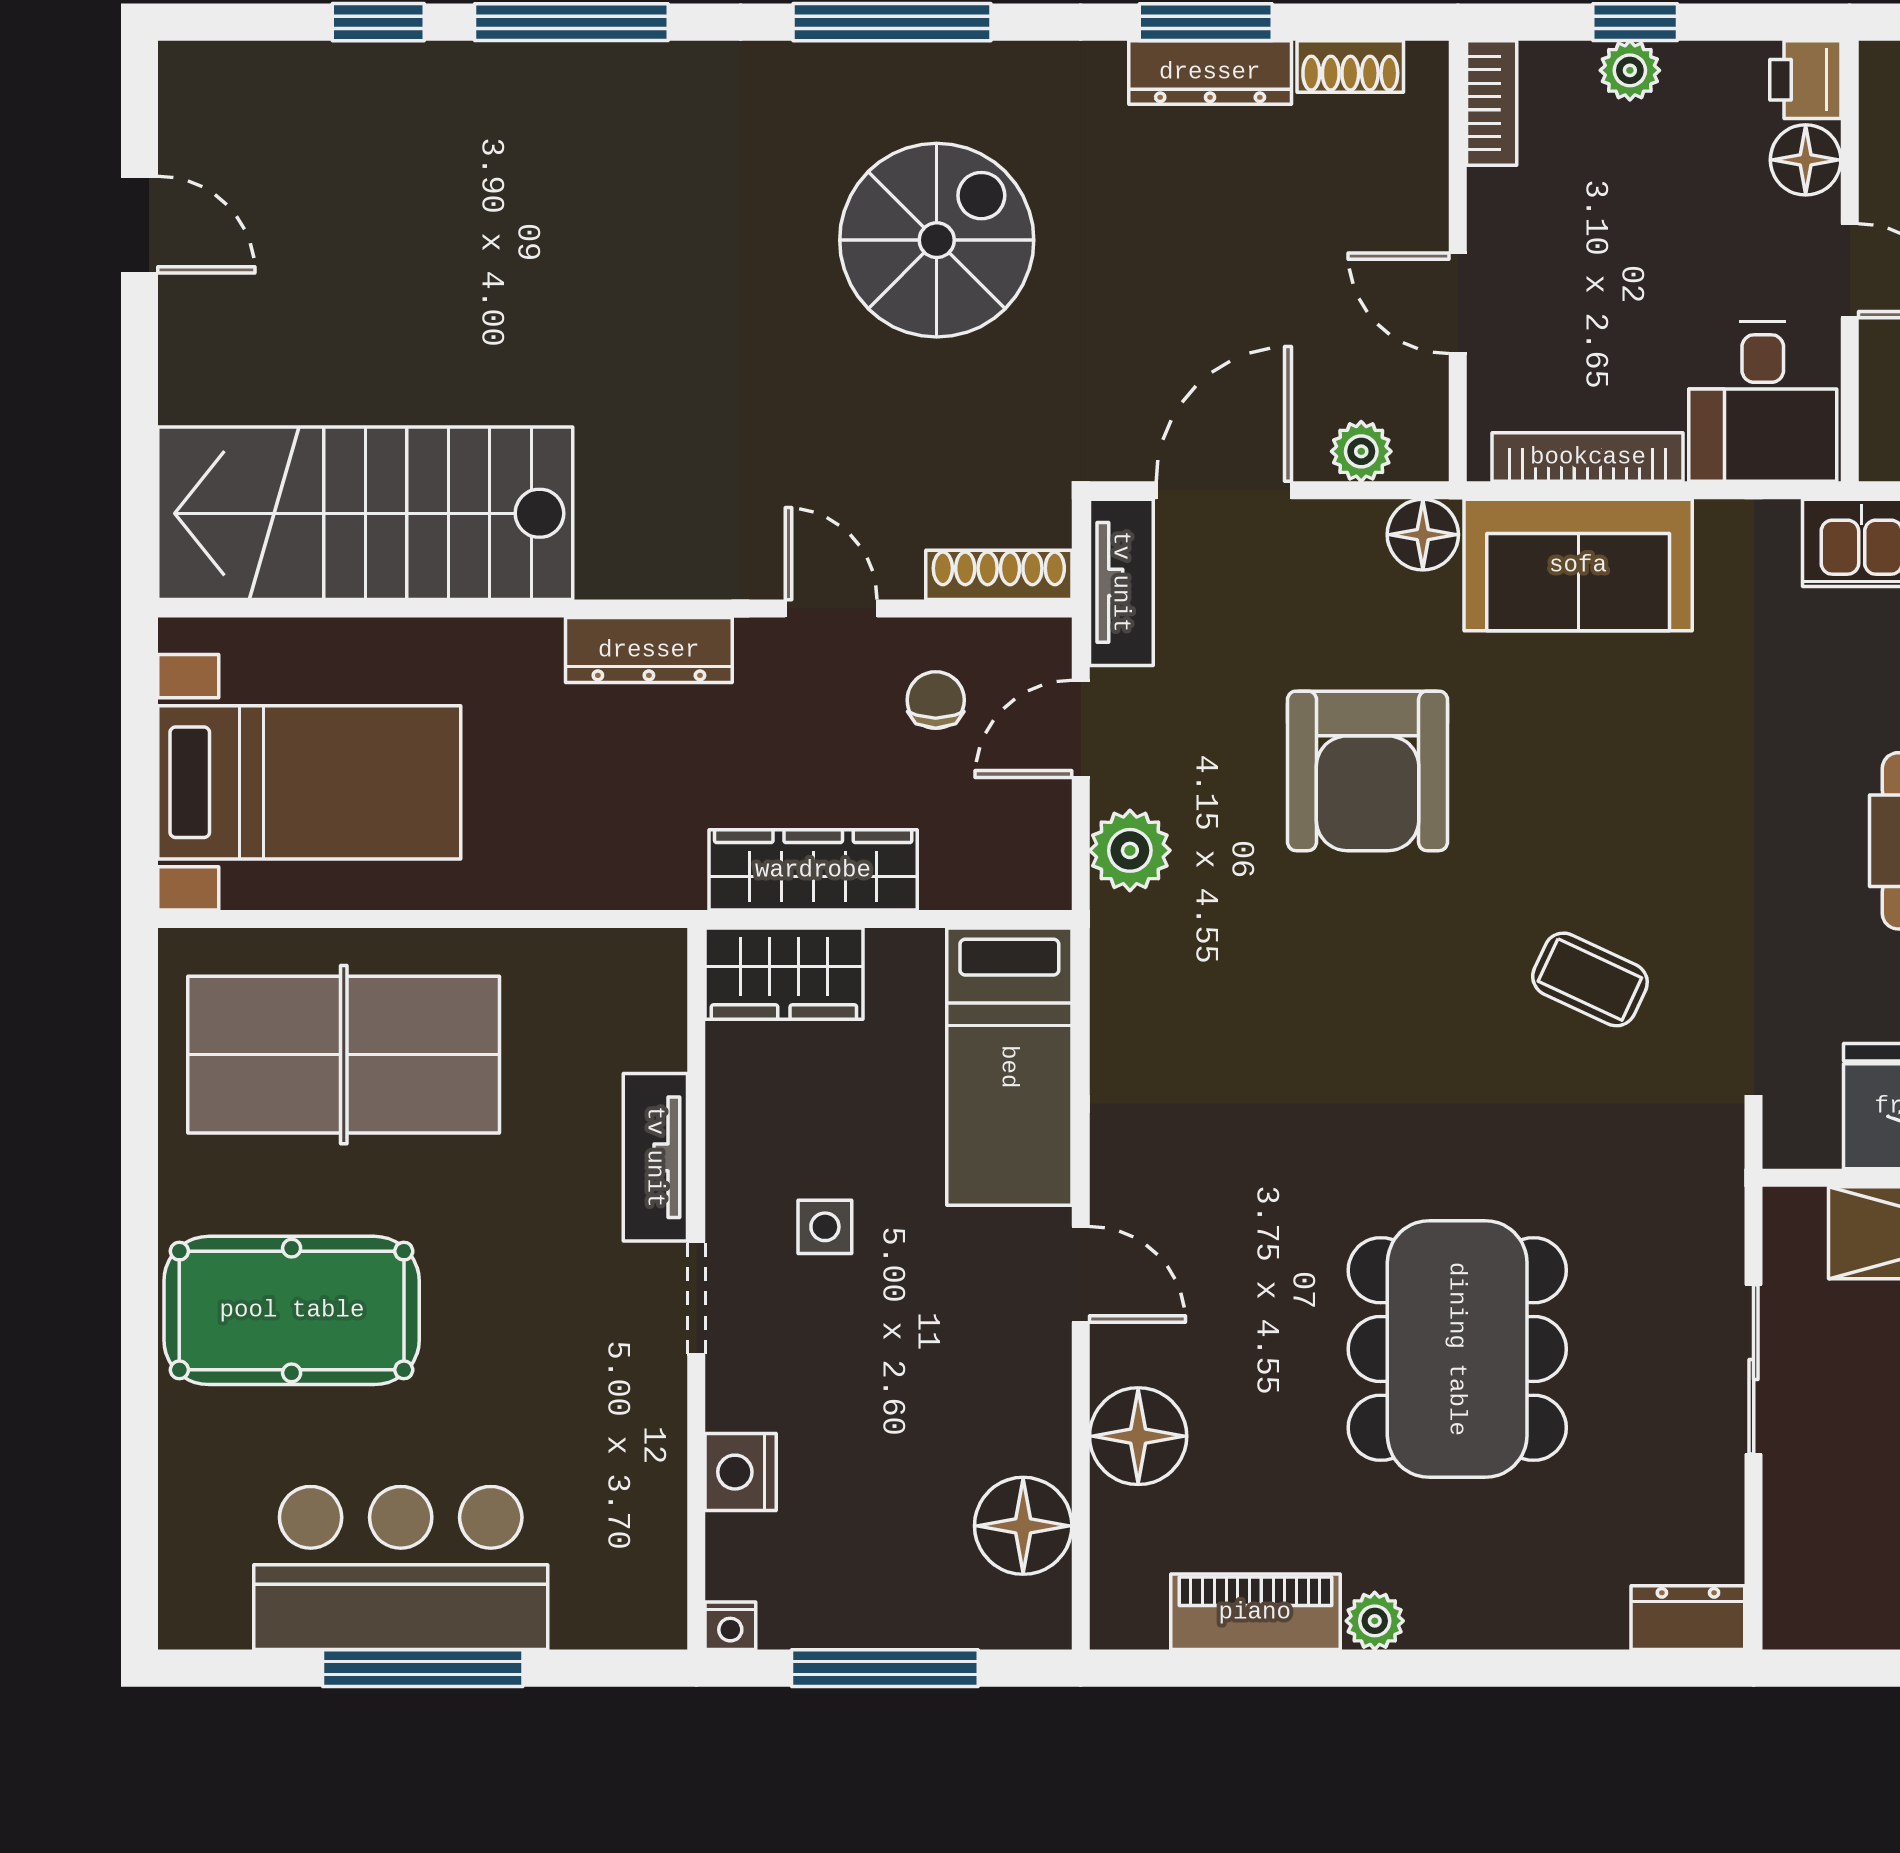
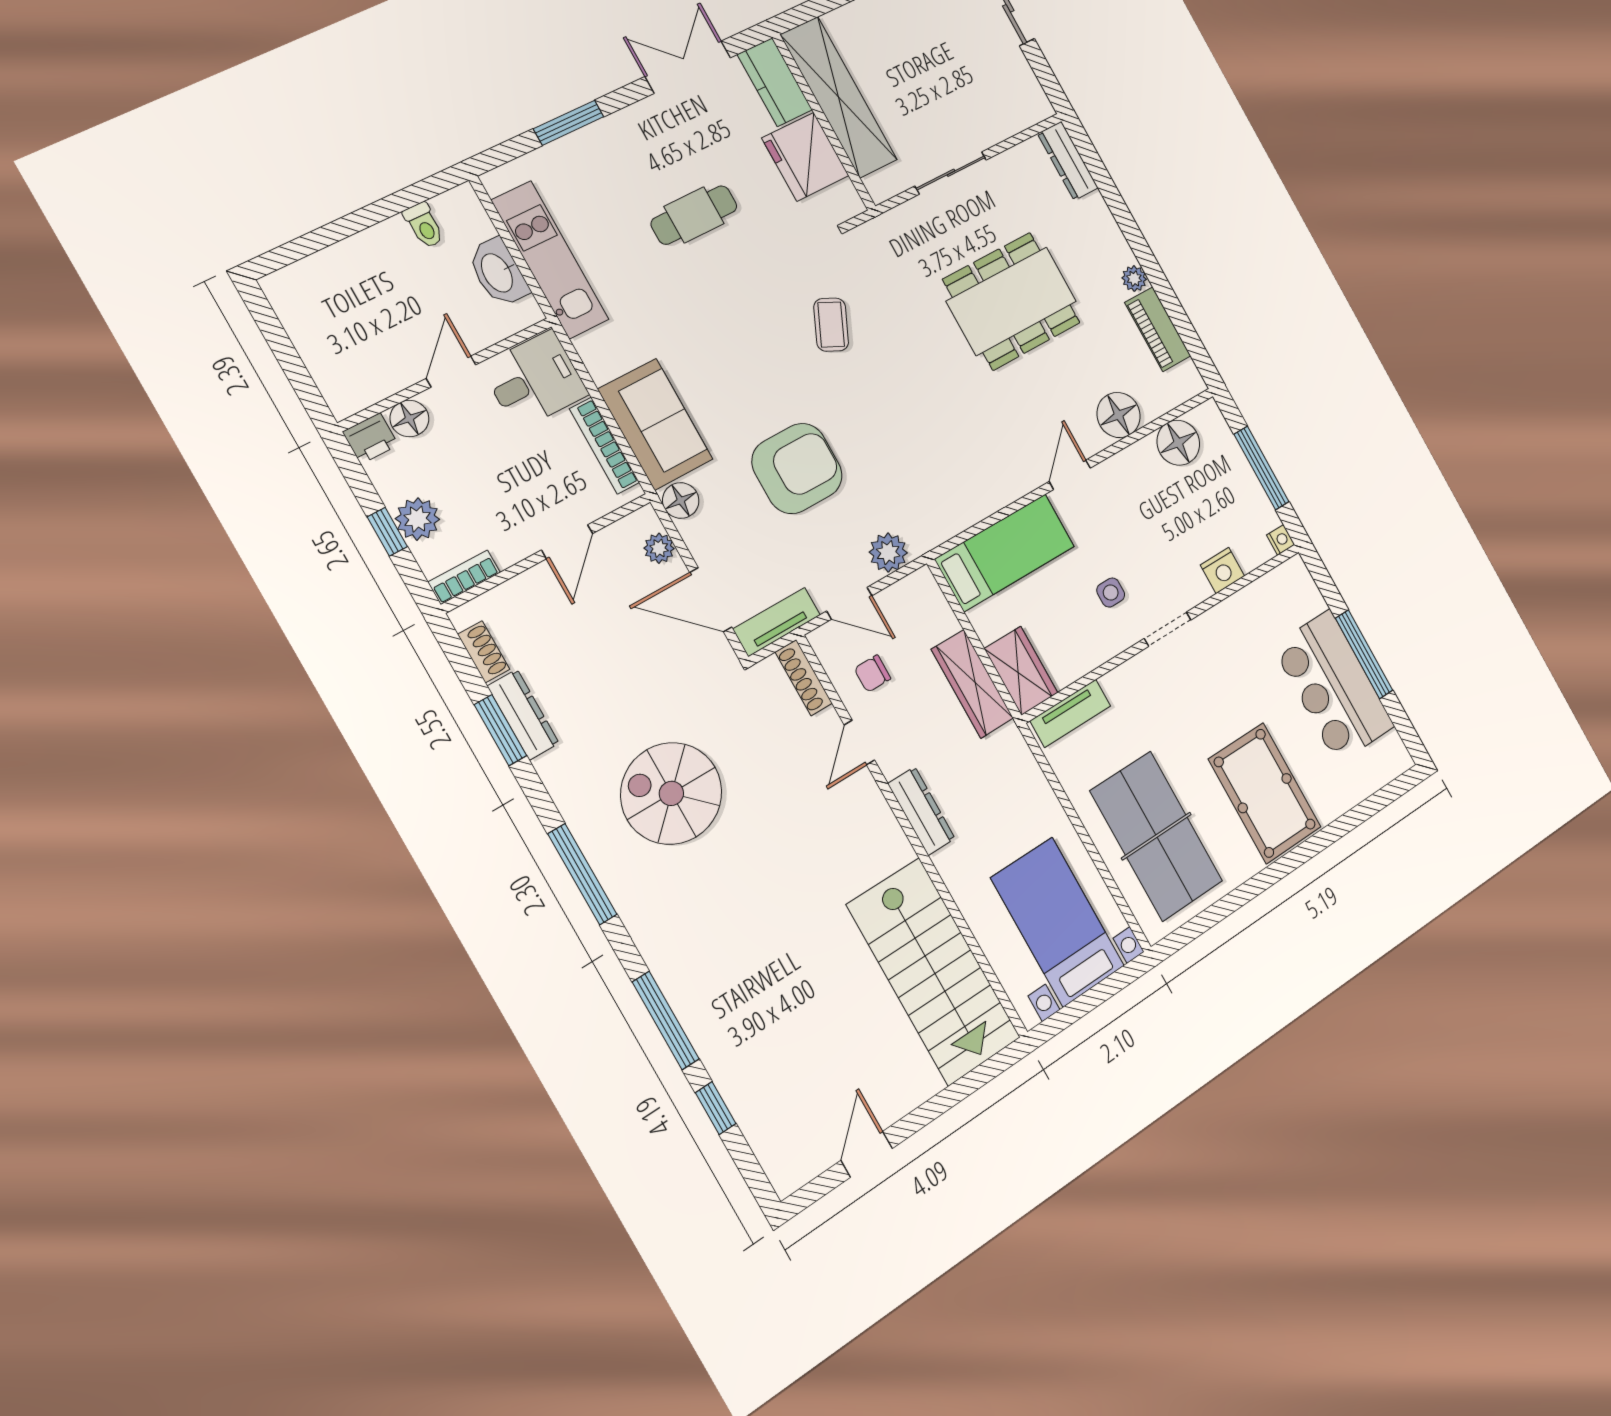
plant: (1630, 70) -> (418, 519), width x1.38, depth x1.38
tv unit: (655, 1157) -> (1070, 713), moved
dresser: (1688, 1618) -> (1068, 161), width x1.44

